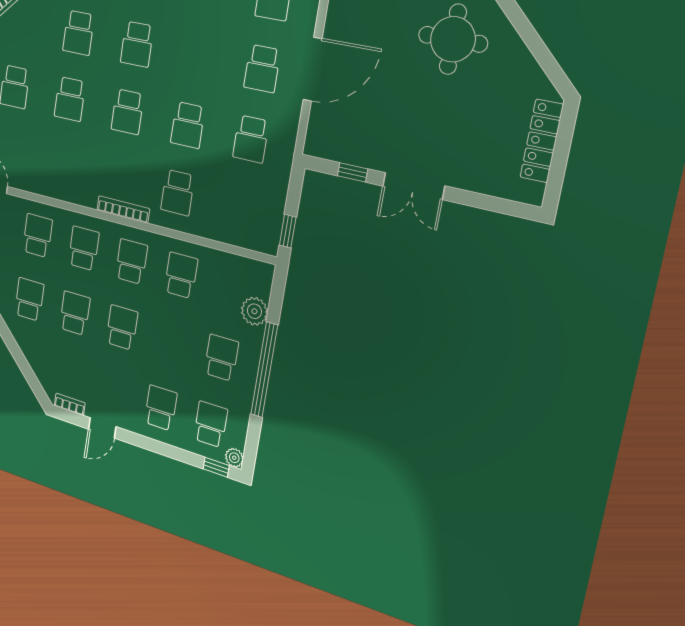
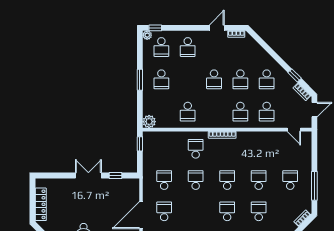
school desk: (131, 262) -> (214, 112), removed
plant: (254, 311) -> (149, 122), moved
window: (264, 370) -> (140, 80), width x0.47

